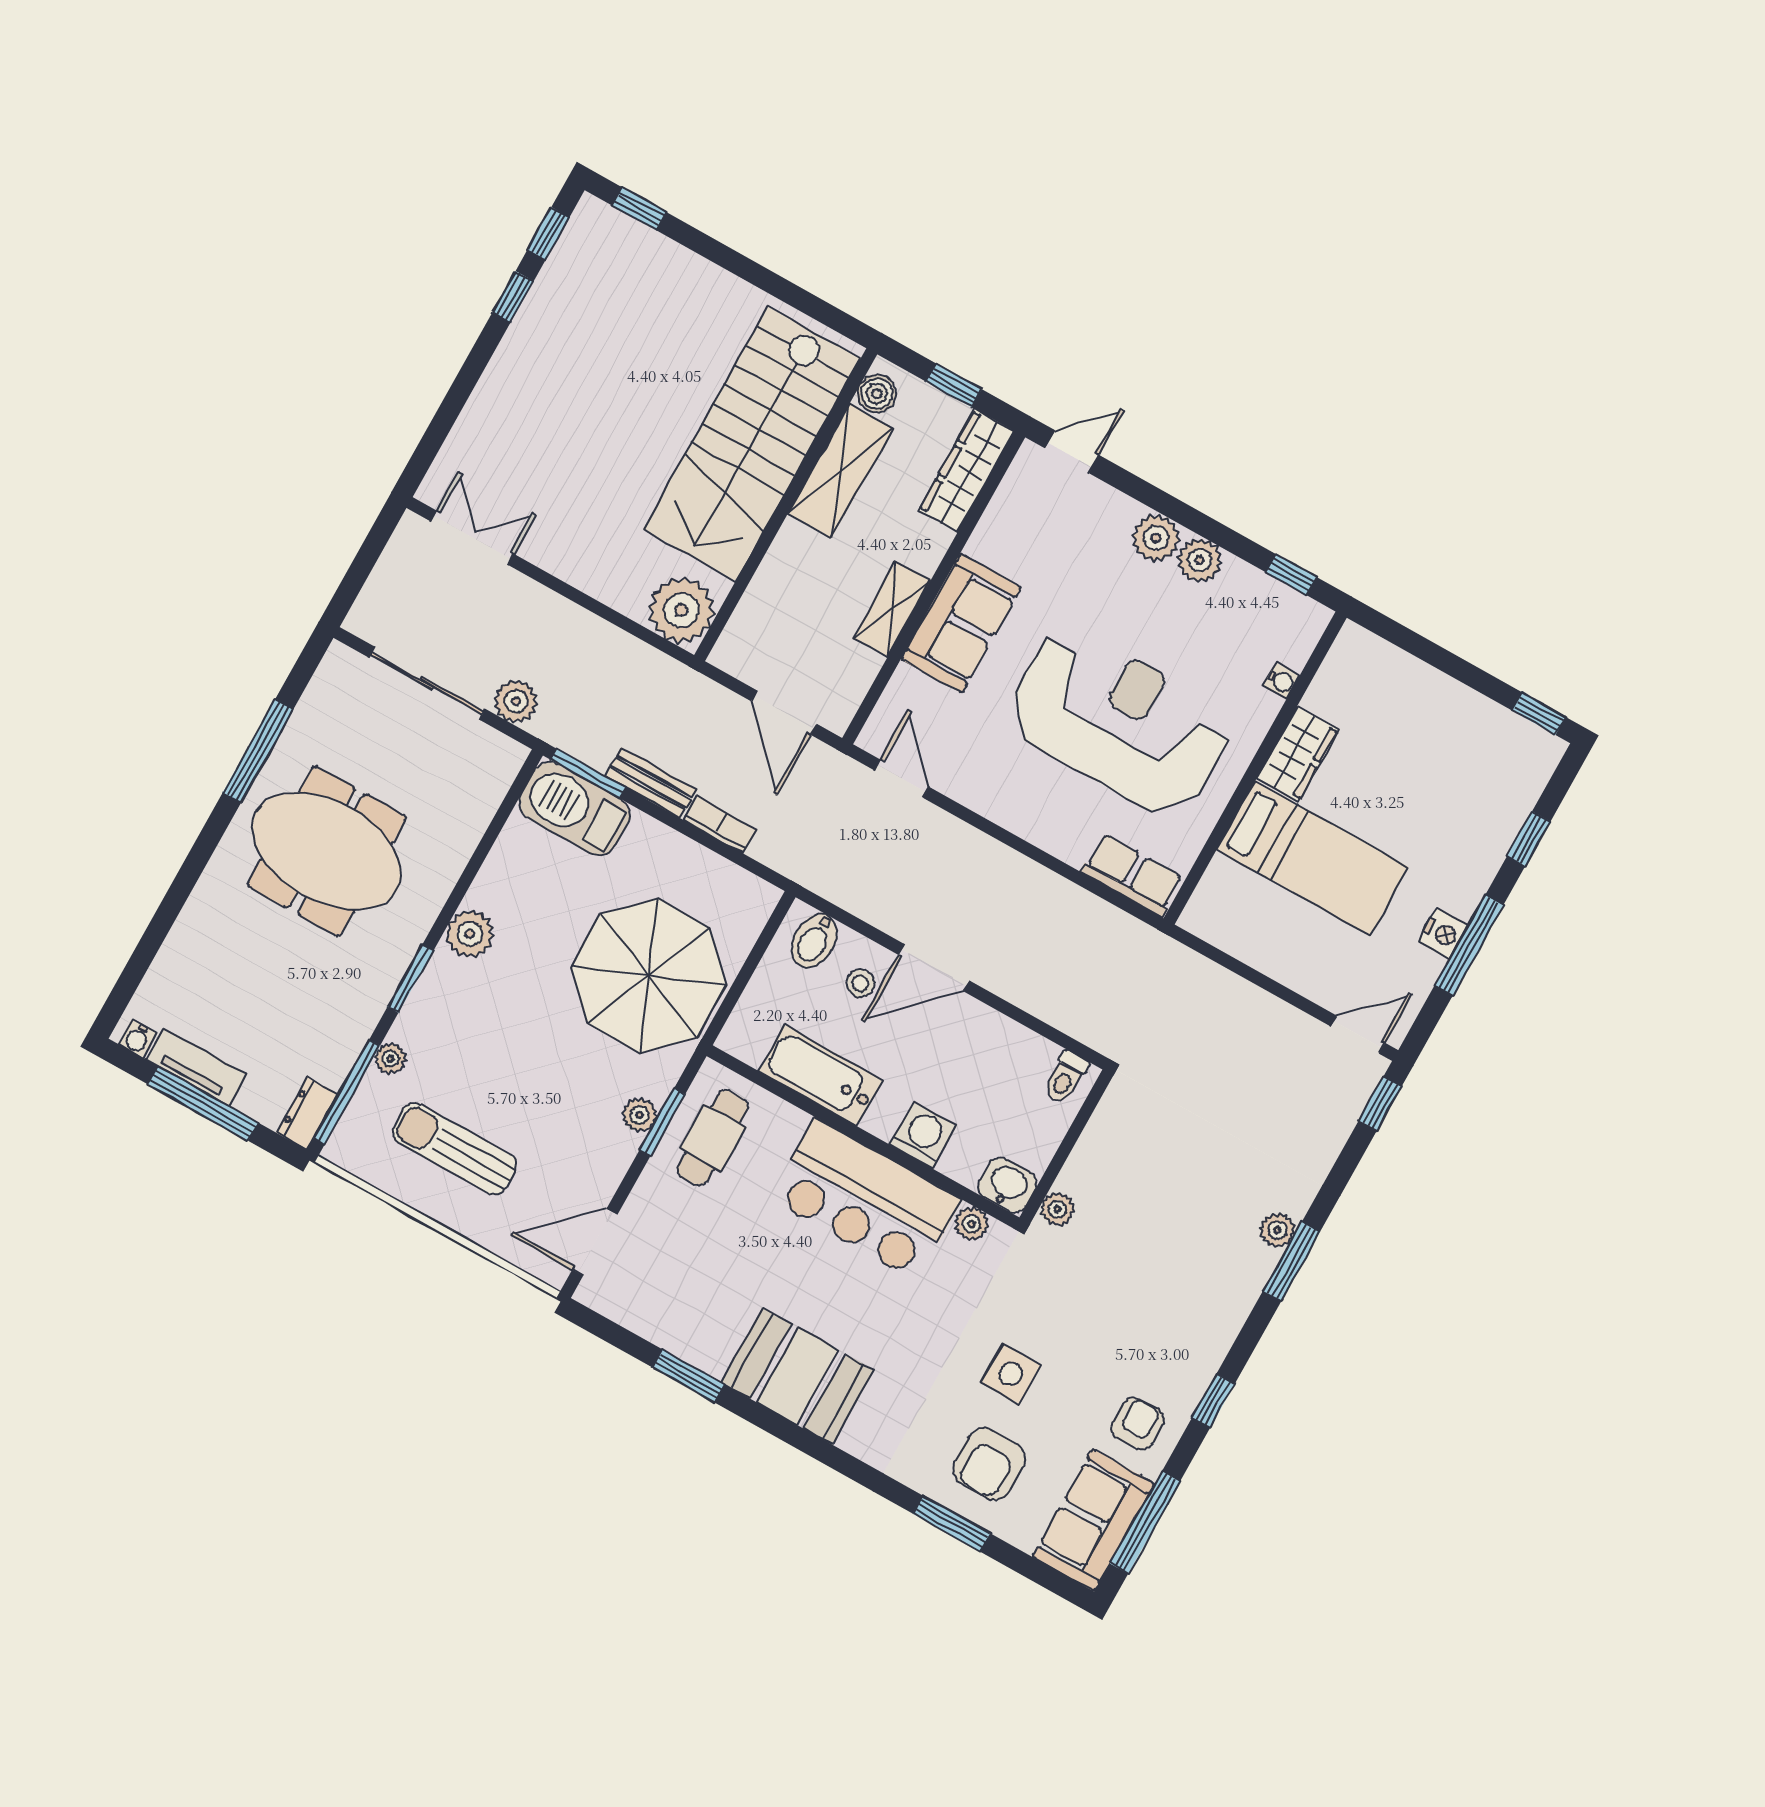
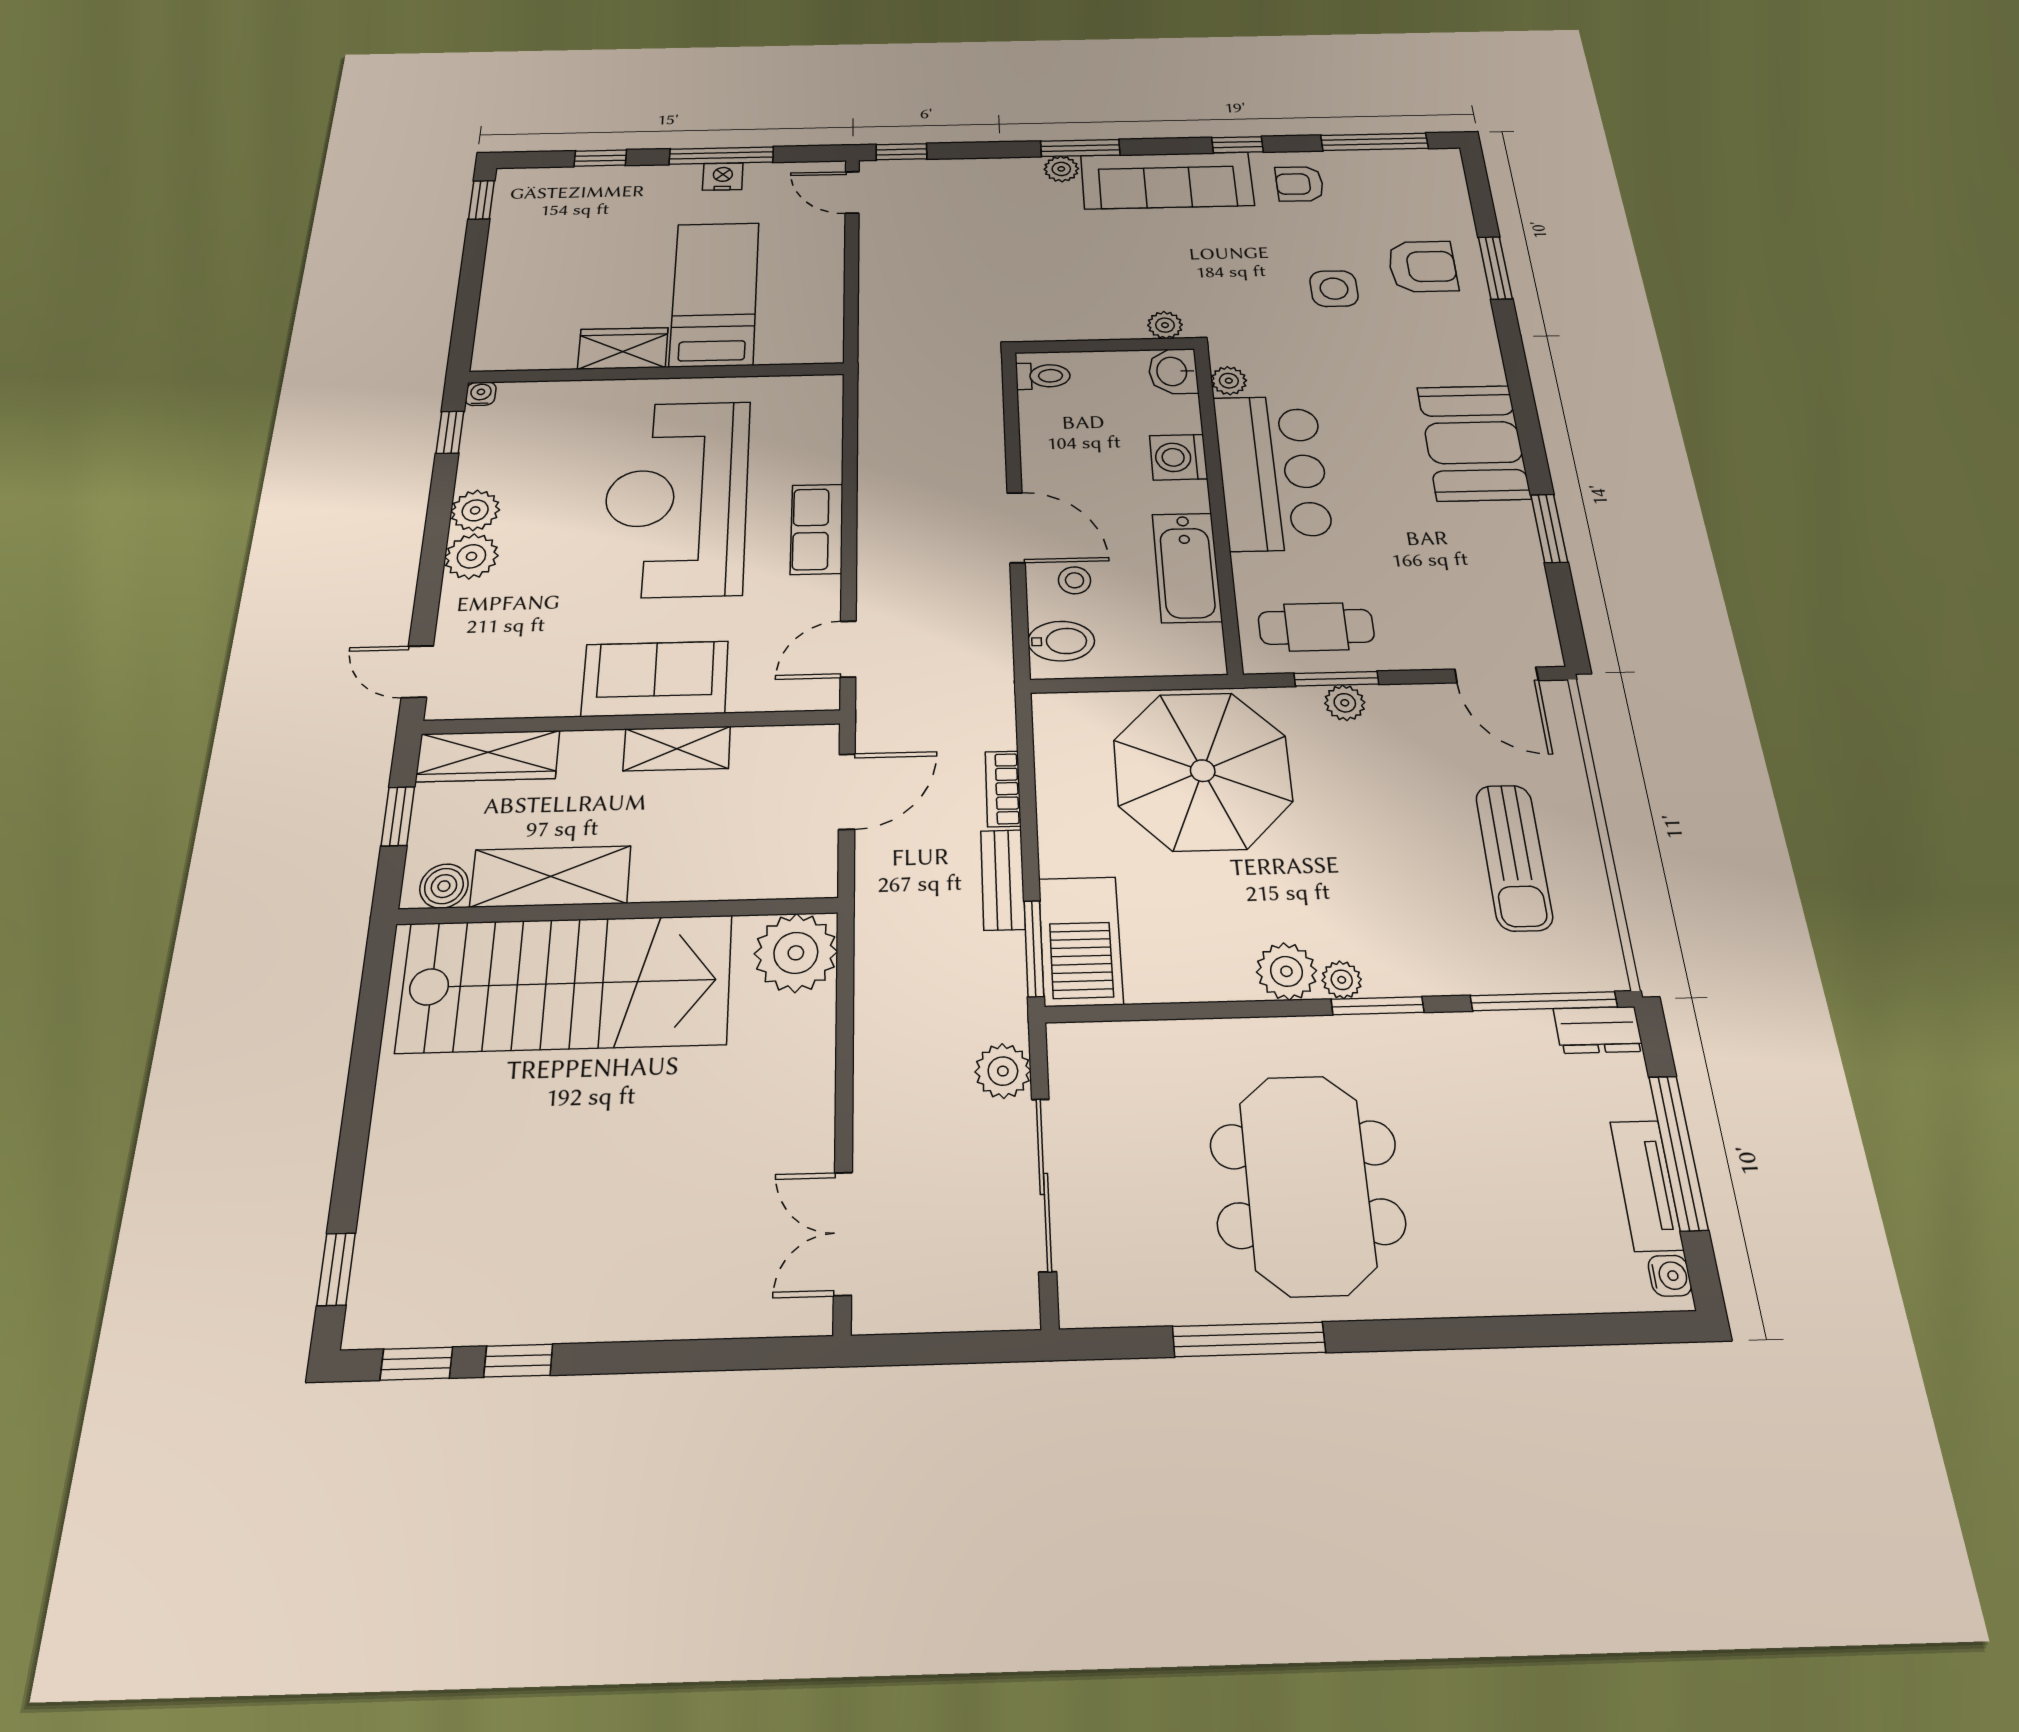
water cooler: (1281, 681) -> (481, 394), moved
row of seats: (1132, 875) -> (817, 529), moved
plant: (391, 1059) -> (1342, 980), moved
sofa: (1093, 1520) -> (1167, 180), moved, width x1.36

